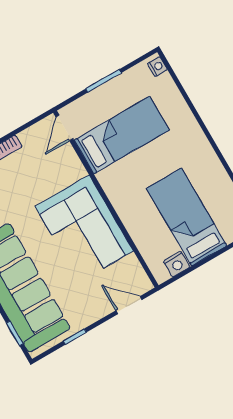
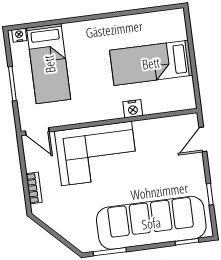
bed: (122, 135) -> (49, 64), moved, turned 180
corner sofa: (84, 229) -> (96, 153), moved
nightstand: (177, 264) -> (133, 109), moved, turned 90

